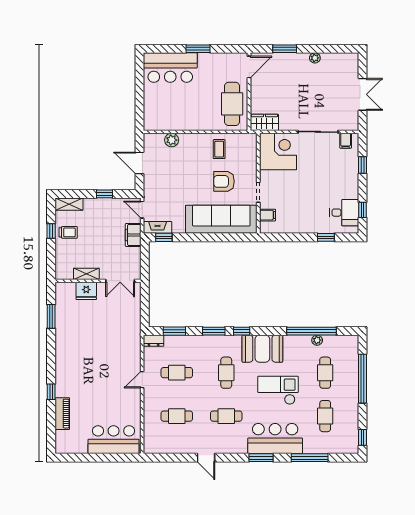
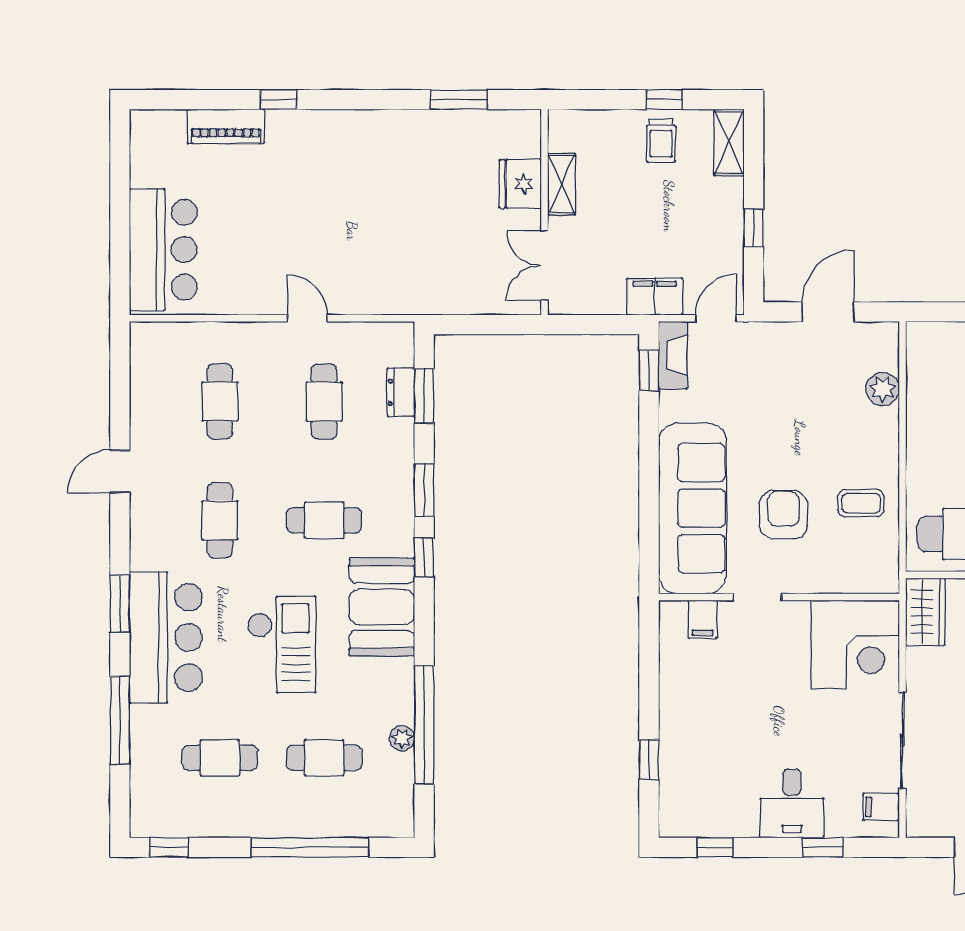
desk: (344, 213) -> (792, 803), moved
dresser: (154, 341) -> (401, 392), moved

